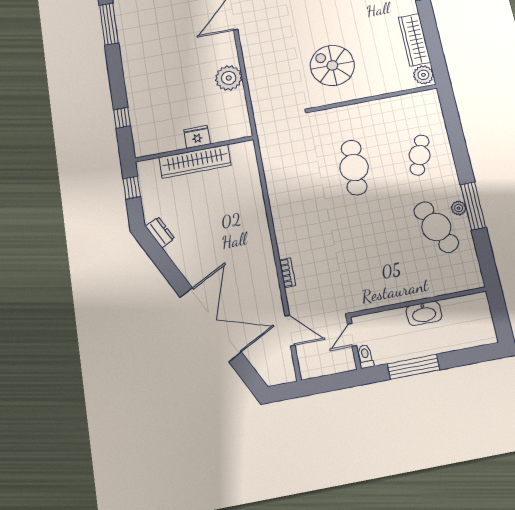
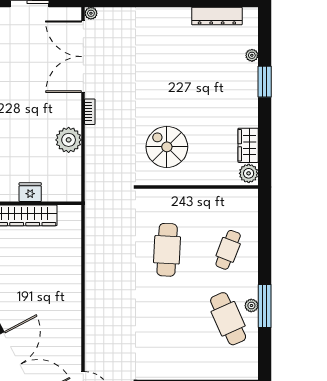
wardrobe: (415, 40) -> (248, 145), width x0.67
bookcase: (287, 273) -> (90, 112), moved

